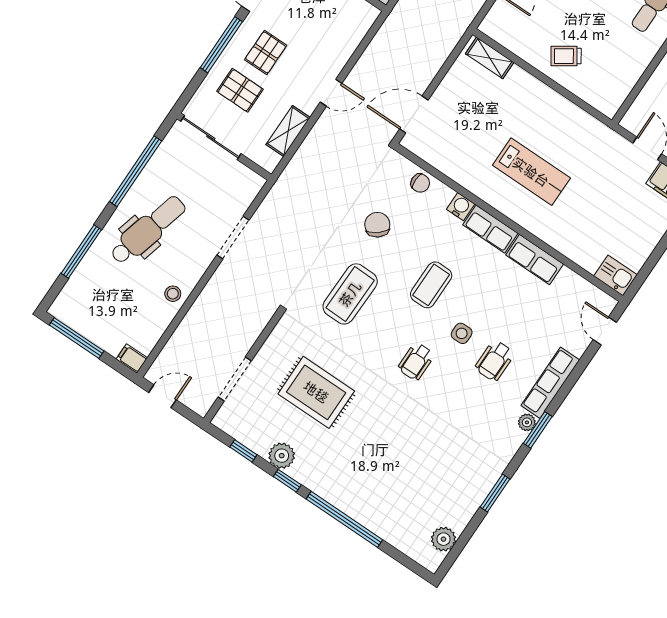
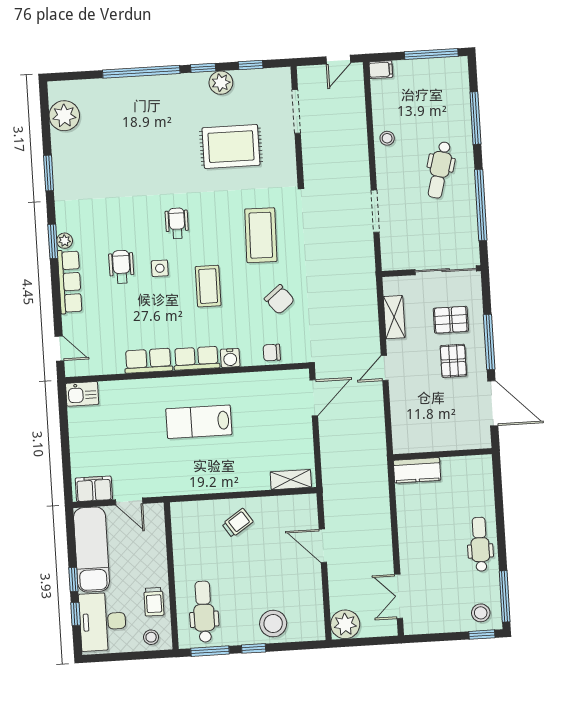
dental chair: (148, 230) -> (440, 170), width x0.73, depth x0.72
plant: (443, 539) -> (64, 116), width x1.36, depth x1.36

